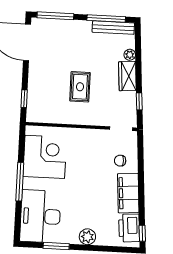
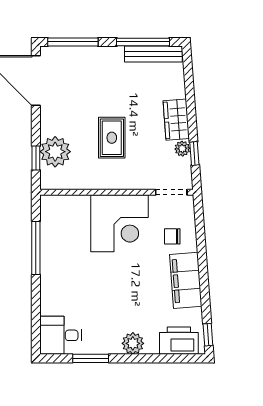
plant: (130, 55) -> (182, 149), moved
plant: (38, 95) -> (55, 152), added
corner desk: (45, 157) -> (120, 223), moved, turned 90
window: (20, 182) -> (36, 248), moved
desk: (40, 216) -> (60, 335), width x0.53, depth x0.77
printer: (129, 228) -> (179, 341), moved, turned 94

